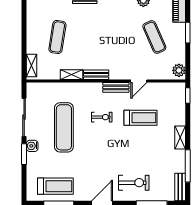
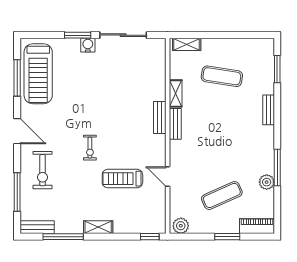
bench: (116, 87) -> (160, 118), moved
exercise bike: (102, 117) -> (90, 148), moved
treadmill: (141, 118) -> (122, 179), turned 90
exercise mat: (64, 127) -> (111, 84), removed
treadmill: (55, 186) -> (38, 74), width x1.37, depth x1.38

